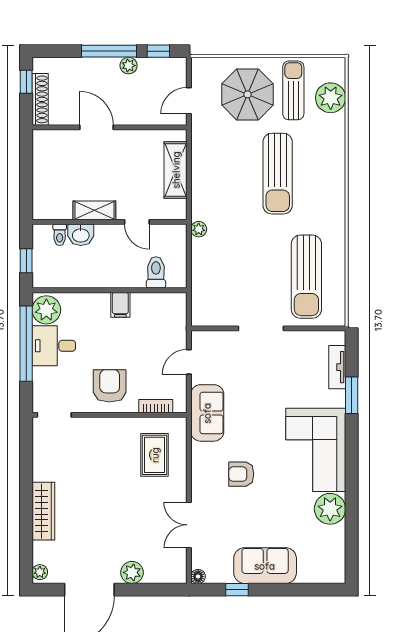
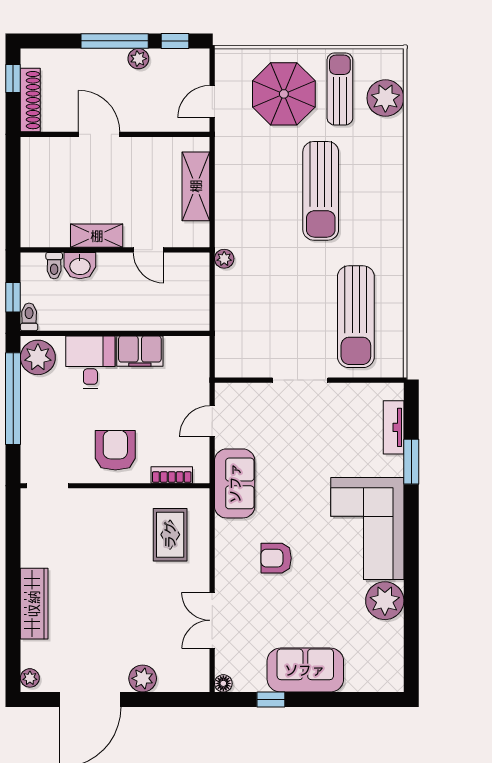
toilet: (156, 272) -> (29, 317), moved, width x0.73, depth x0.72
filing cabinet: (120, 305) -> (140, 351), width x2.00
desk: (54, 346) -> (90, 362), moved, turned 90

